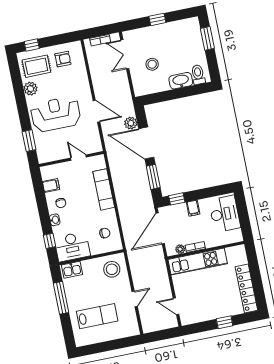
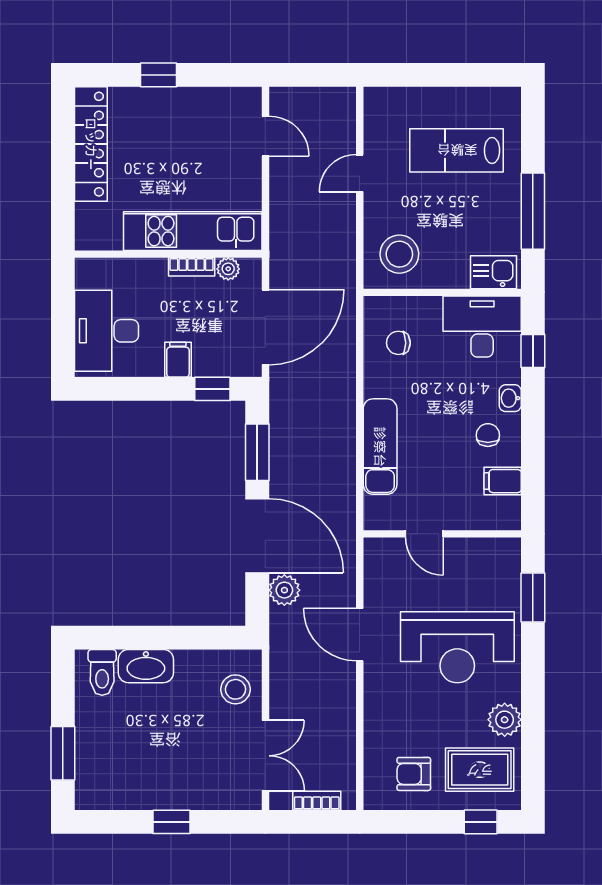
stool: (152, 64) -> (235, 689), moved

